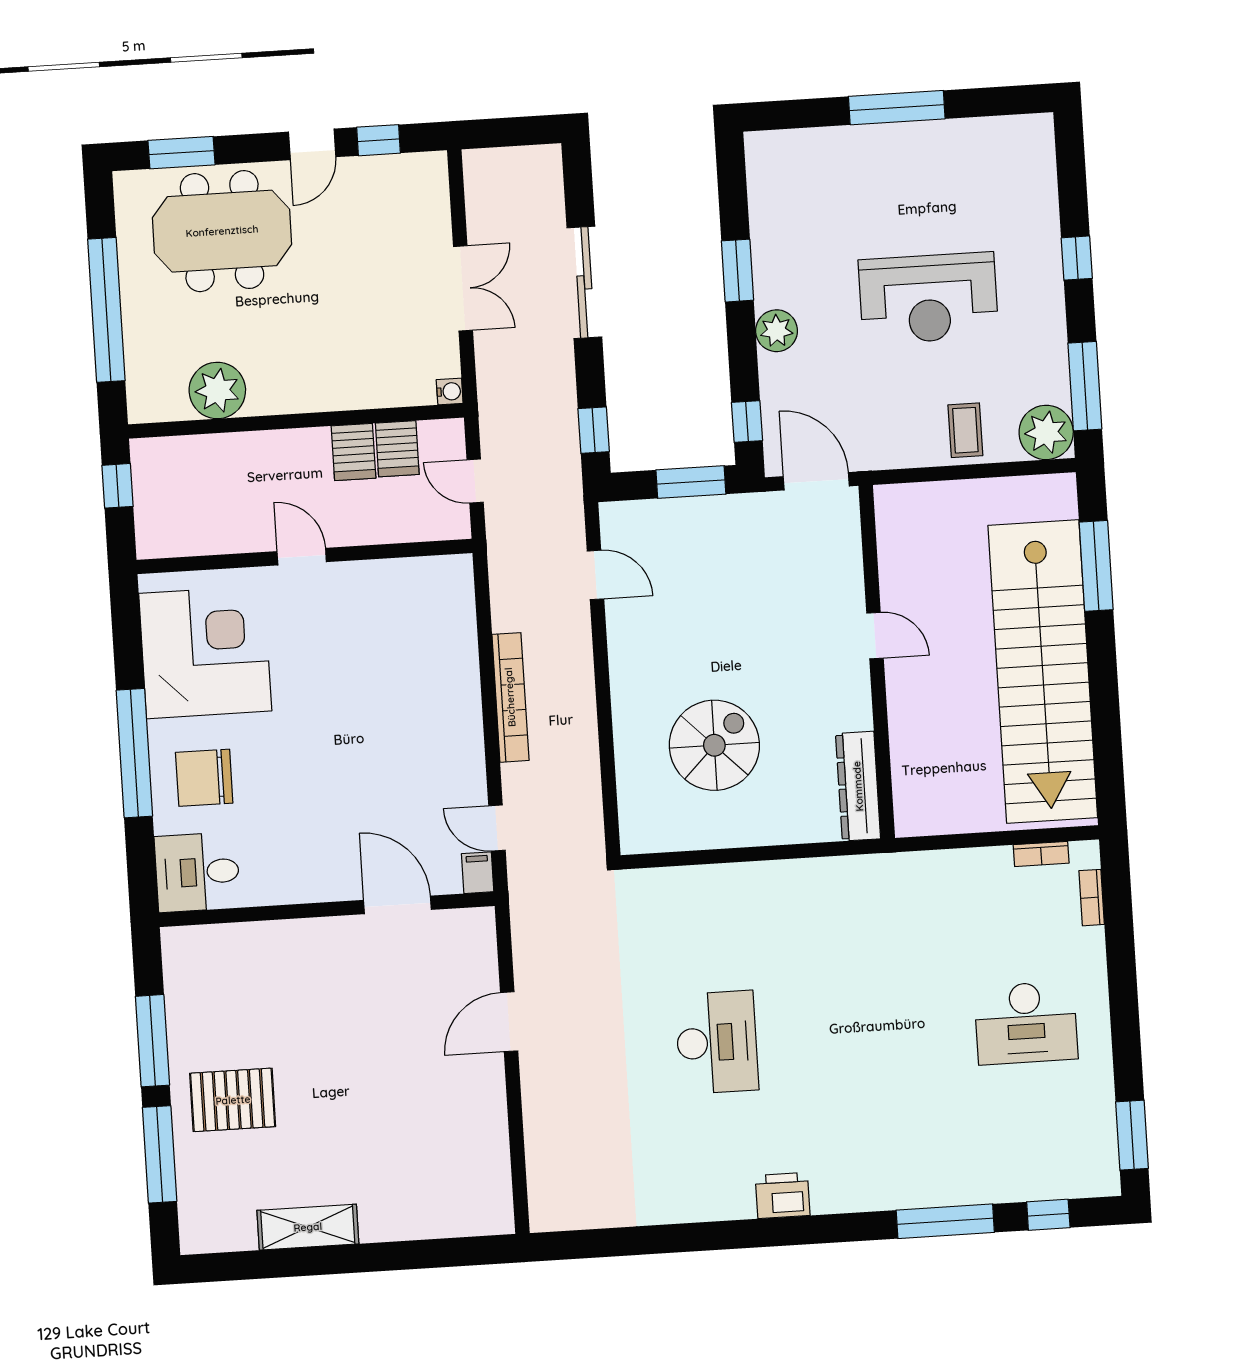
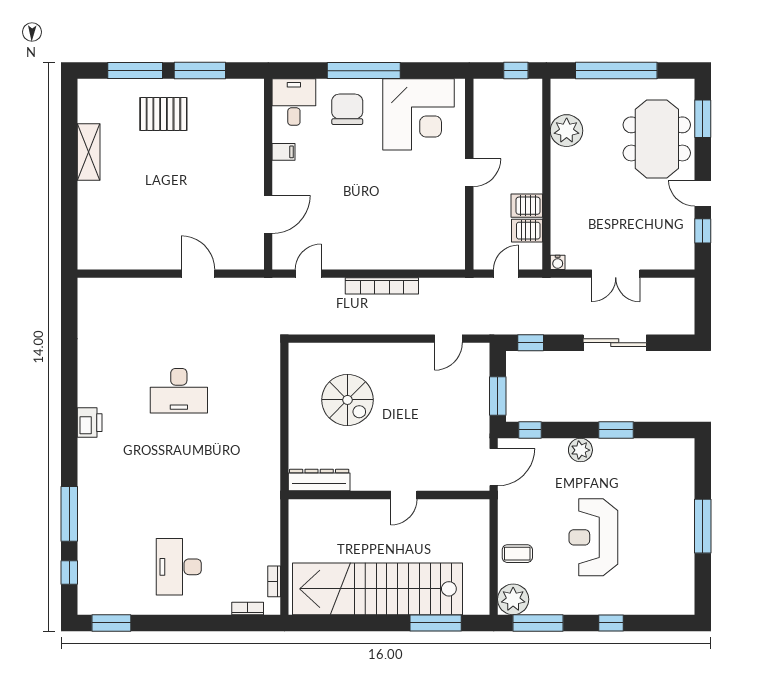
filing cabinet: (478, 873) -> (284, 152), moved
pallet: (233, 1100) -> (163, 114), turned 90

